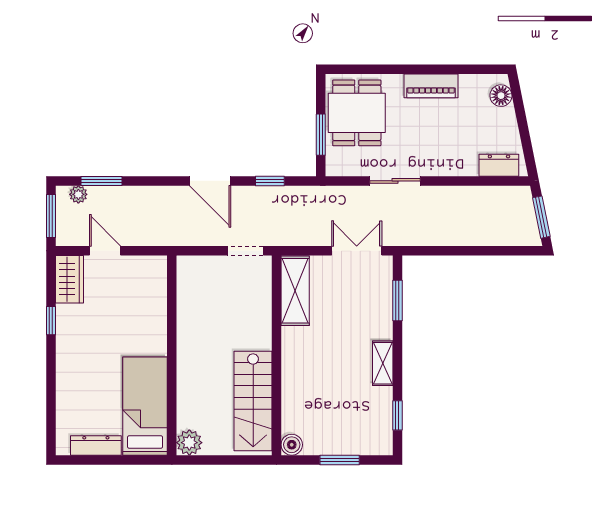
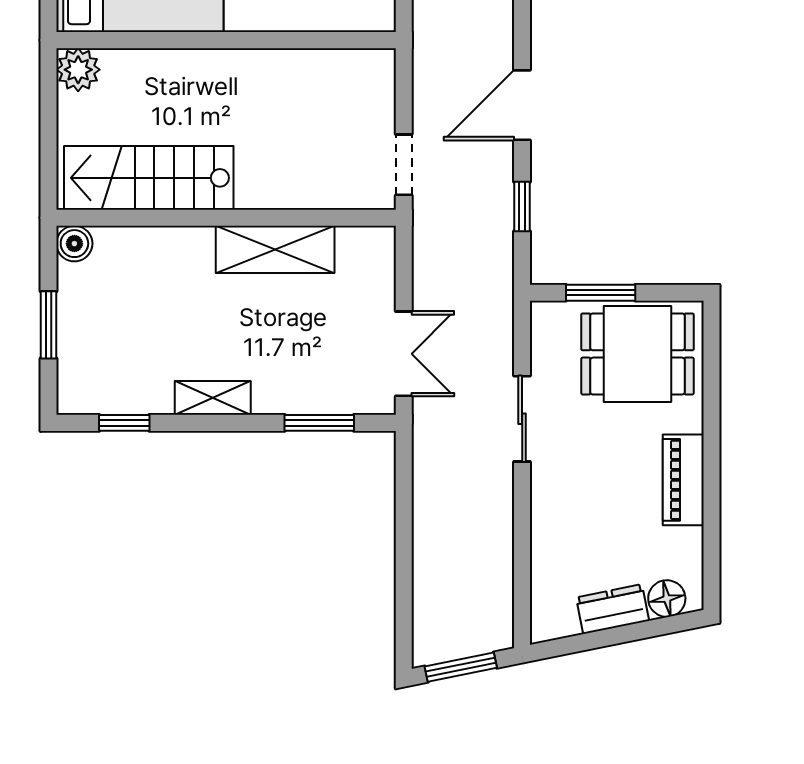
dresser: (499, 165) -> (613, 609), moved, turned -101
shelving: (295, 291) -> (275, 249), moved

